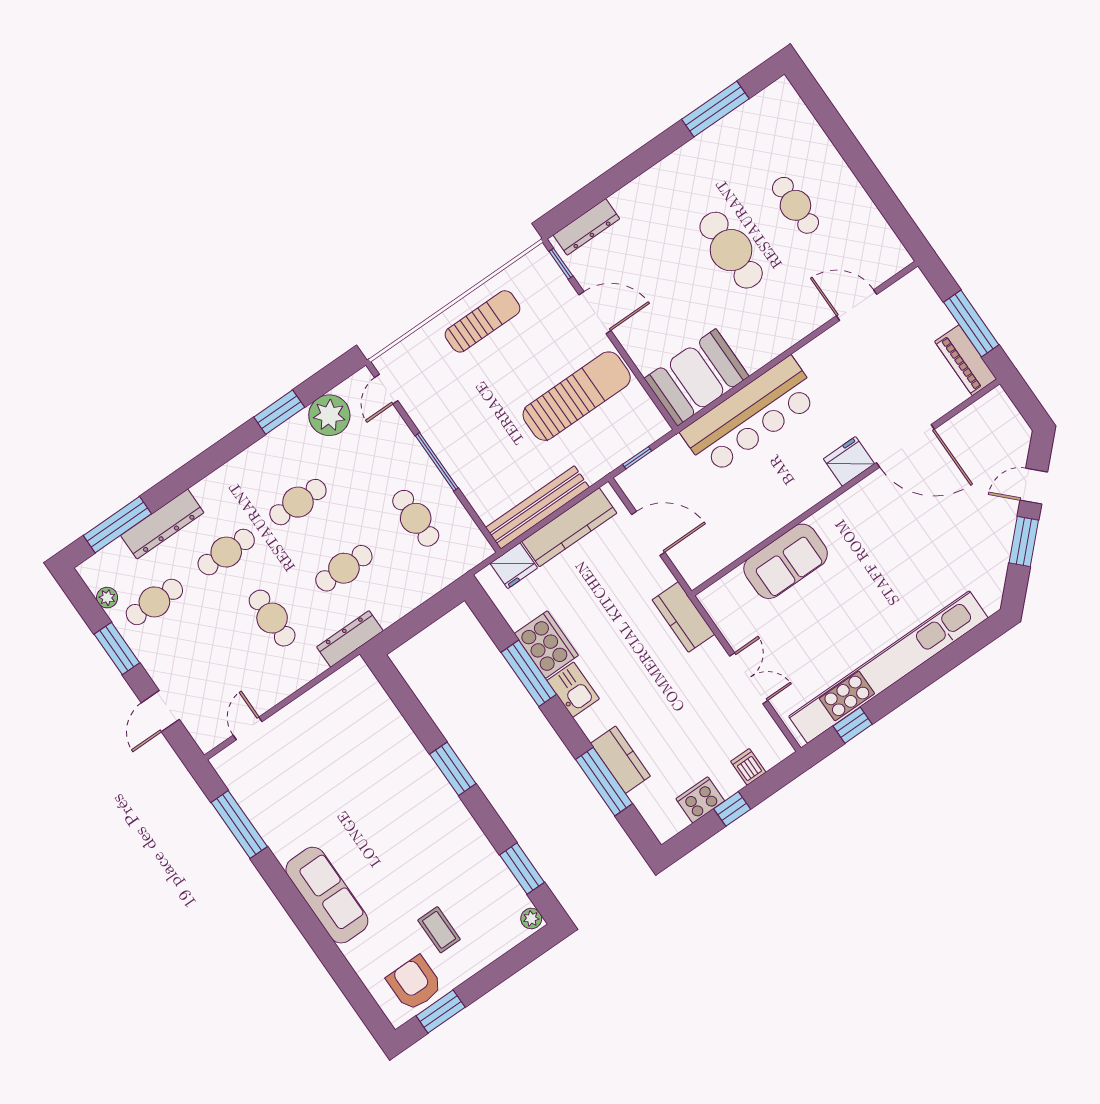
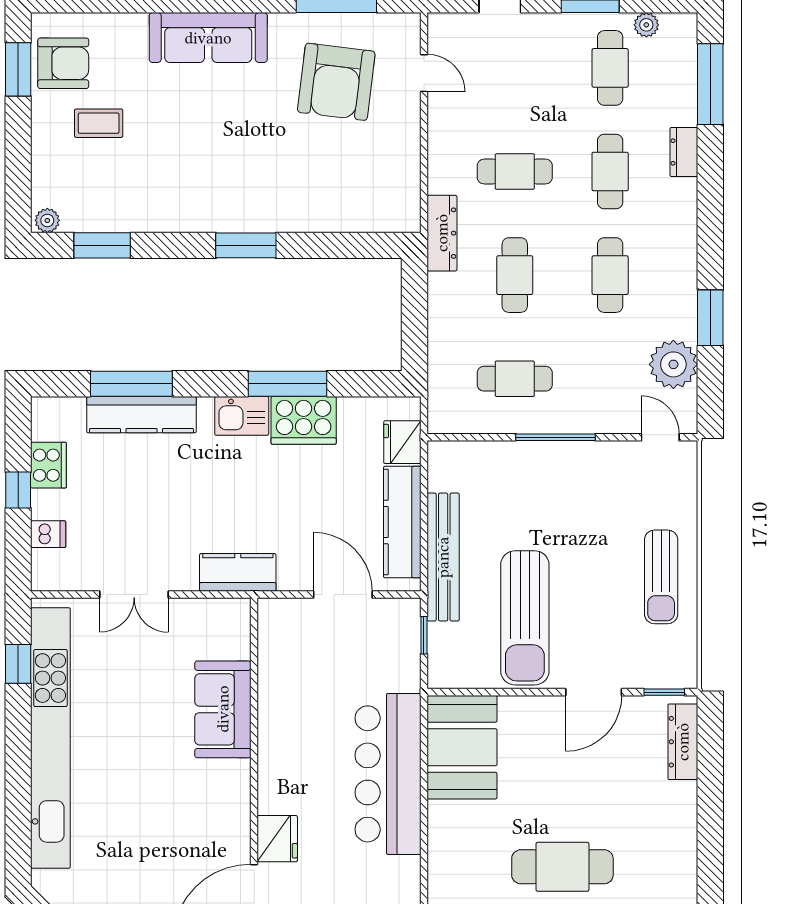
bench: (537, 507) -> (443, 557), moved
dresser: (162, 524) -> (684, 152), width x0.51, depth x0.80
door: (648, 533) -> (343, 595), swing flipped
kitchen counter: (620, 760) -> (141, 415), width x1.50
armchair: (296, 785) -> (336, 82), added

